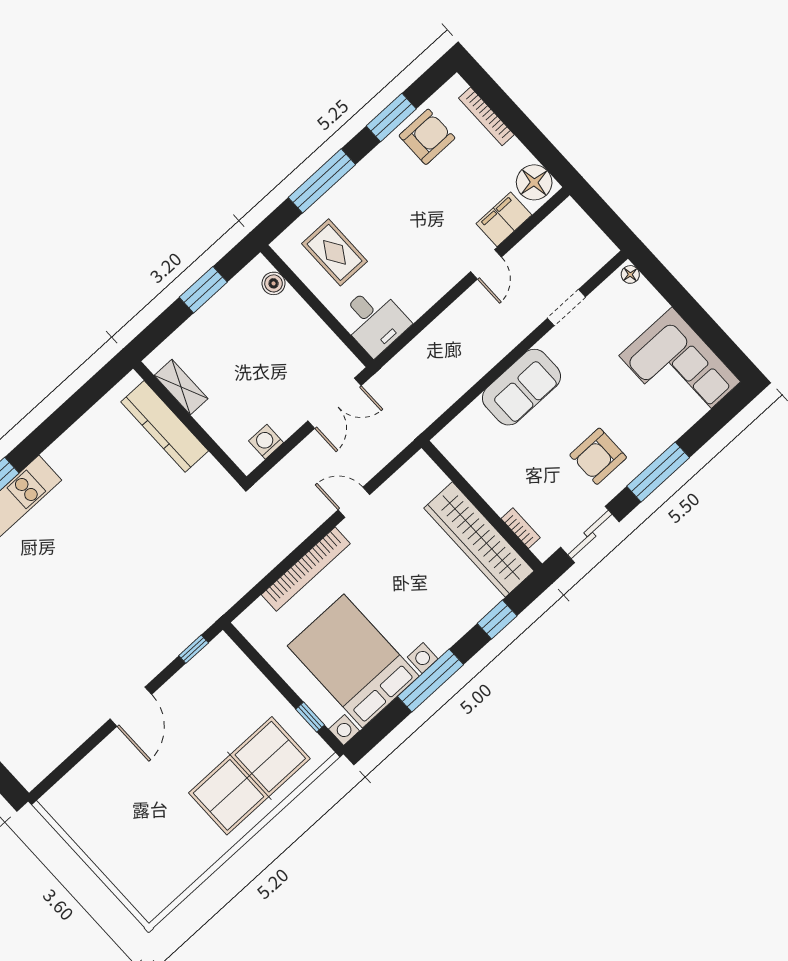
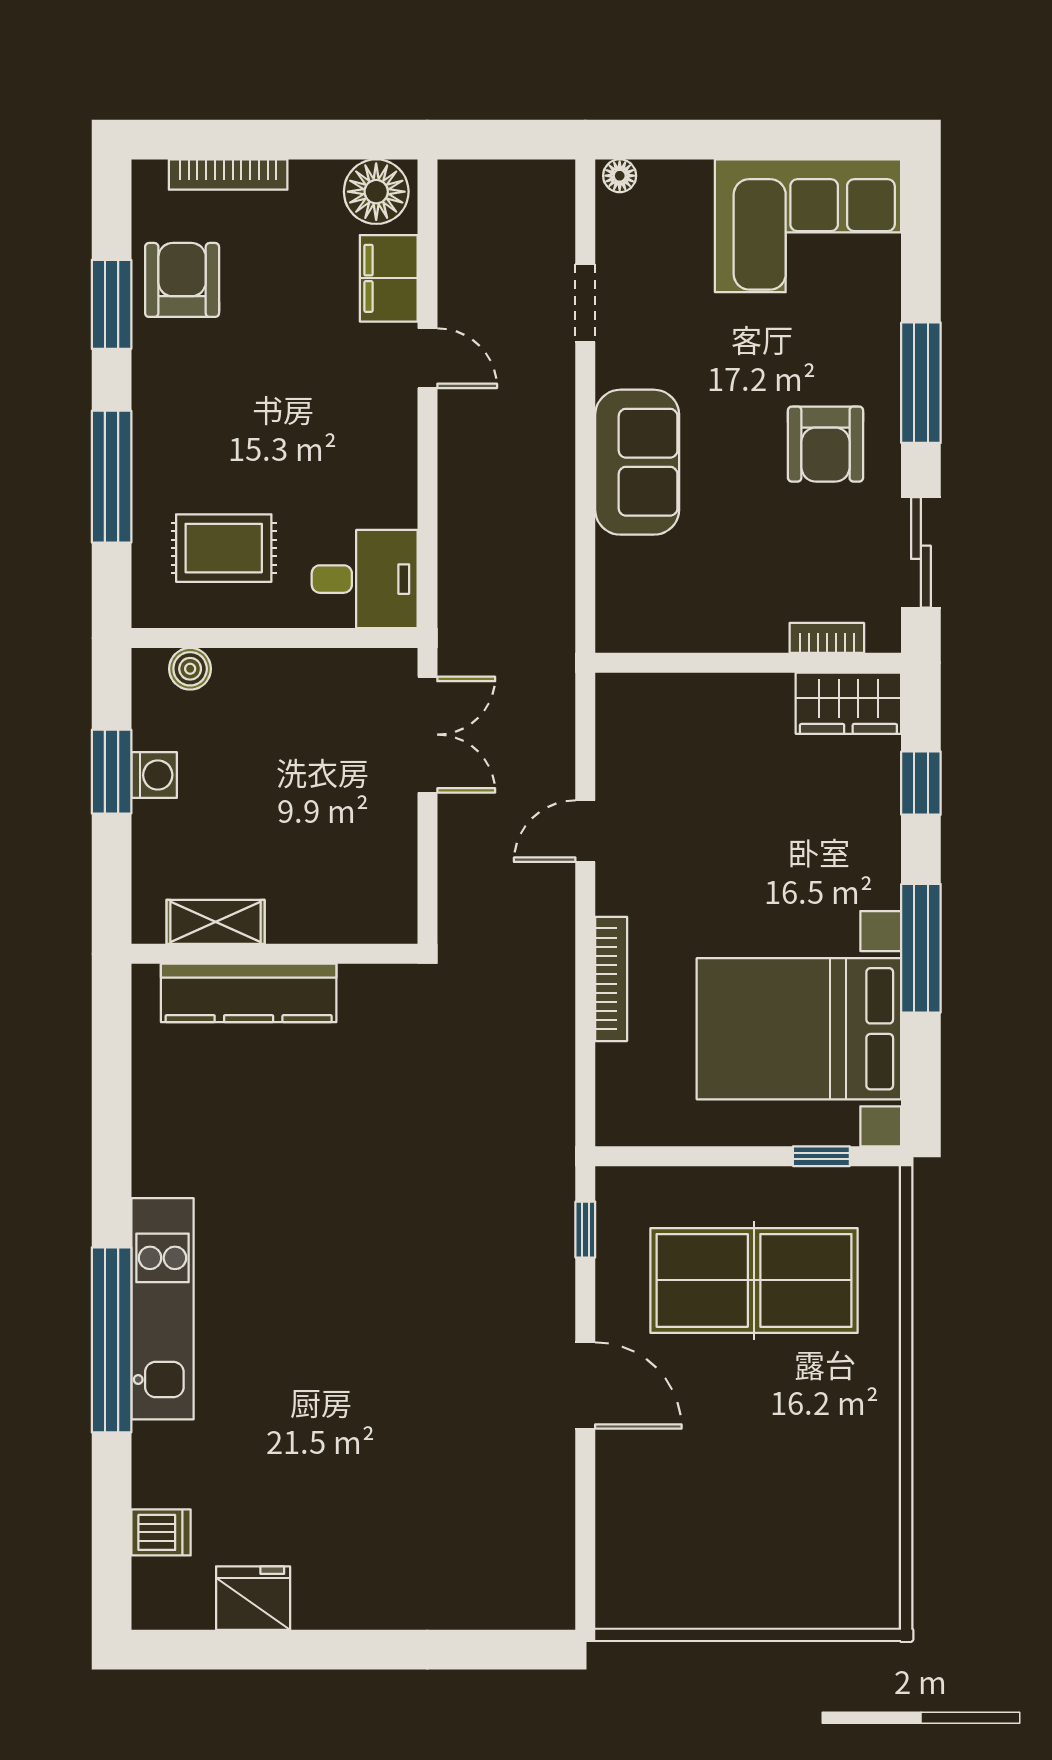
washing machine: (266, 442) -> (154, 775), moved, turned 180
wardrobe: (479, 540) -> (848, 703), width x0.48, depth x0.85
bookcase: (306, 569) -> (611, 979), width x0.68, depth x0.76
table tennis table: (249, 776) -> (754, 1280), moved, turned 90

